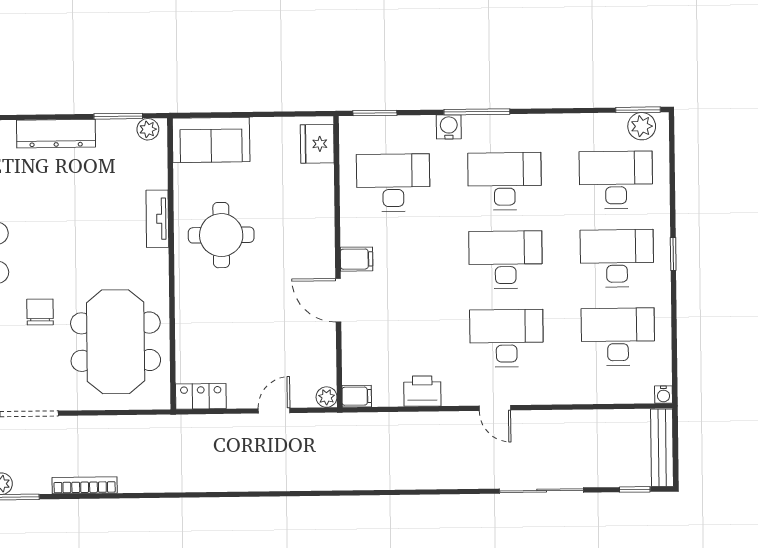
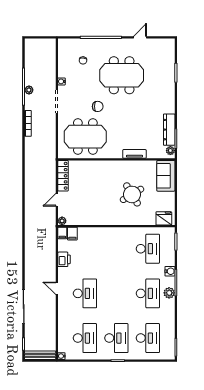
plant: (642, 126) -> (169, 293), moved
dresser: (56, 134) -> (169, 130), moved
round table: (221, 235) -> (132, 194), moved, turned -31
filing cabinet: (357, 259) -> (72, 234), moved
desk: (506, 260) -> (116, 293), removed
door: (338, 300) -> (101, 226), removed
locker: (201, 396) -> (63, 176), width x1.53
door: (495, 408) -> (57, 288), hinge flipped
door: (274, 411) -> (57, 200), swing flipped

